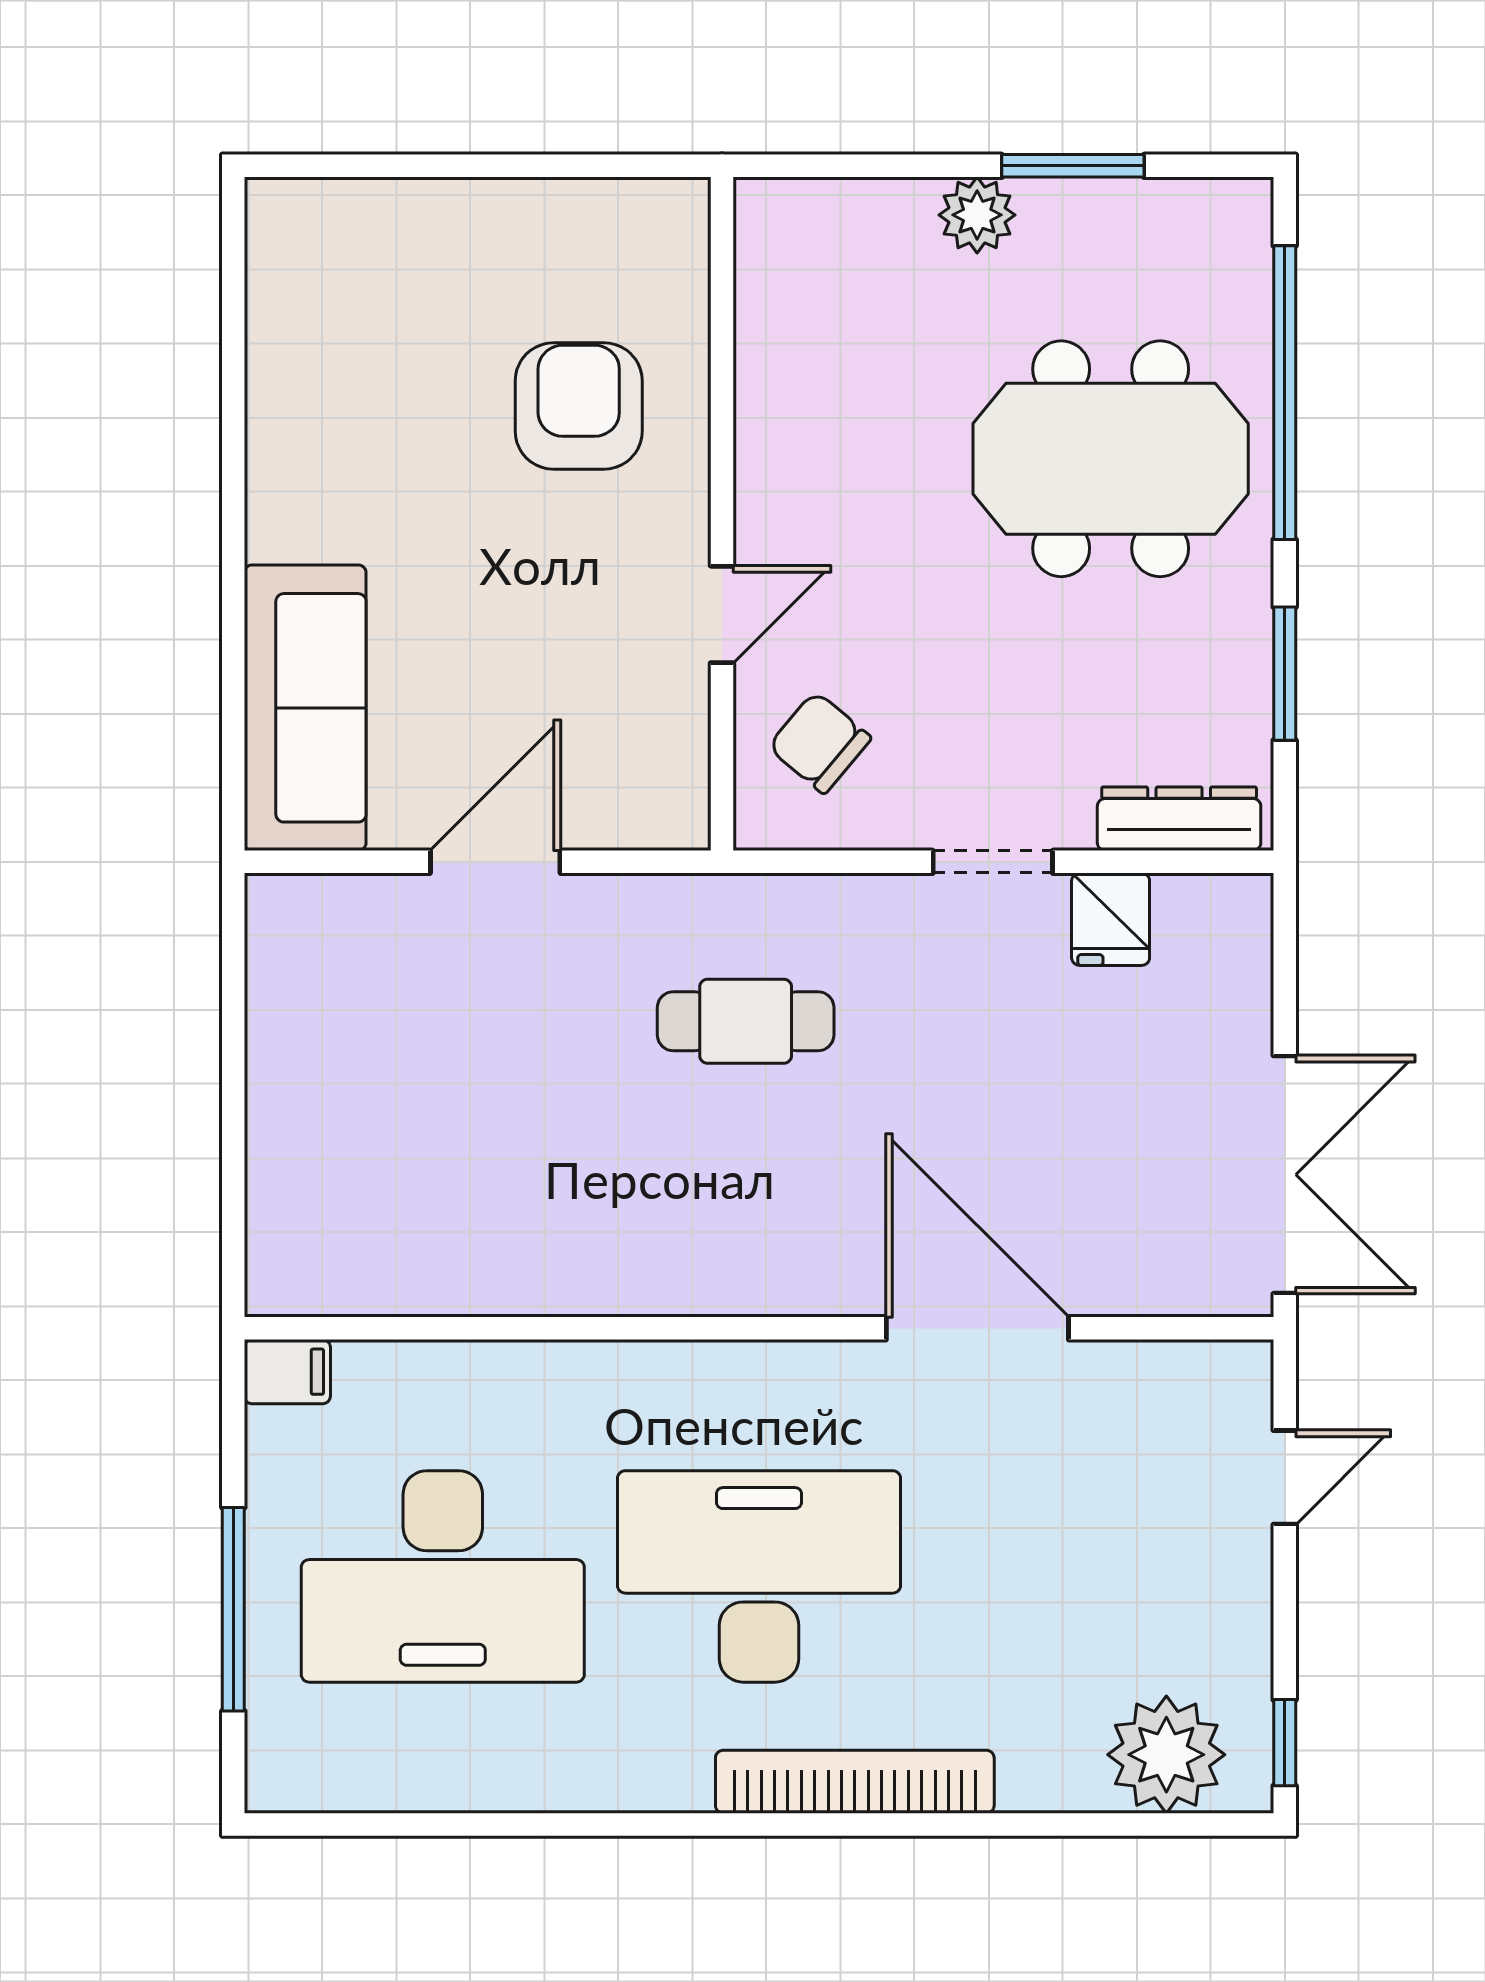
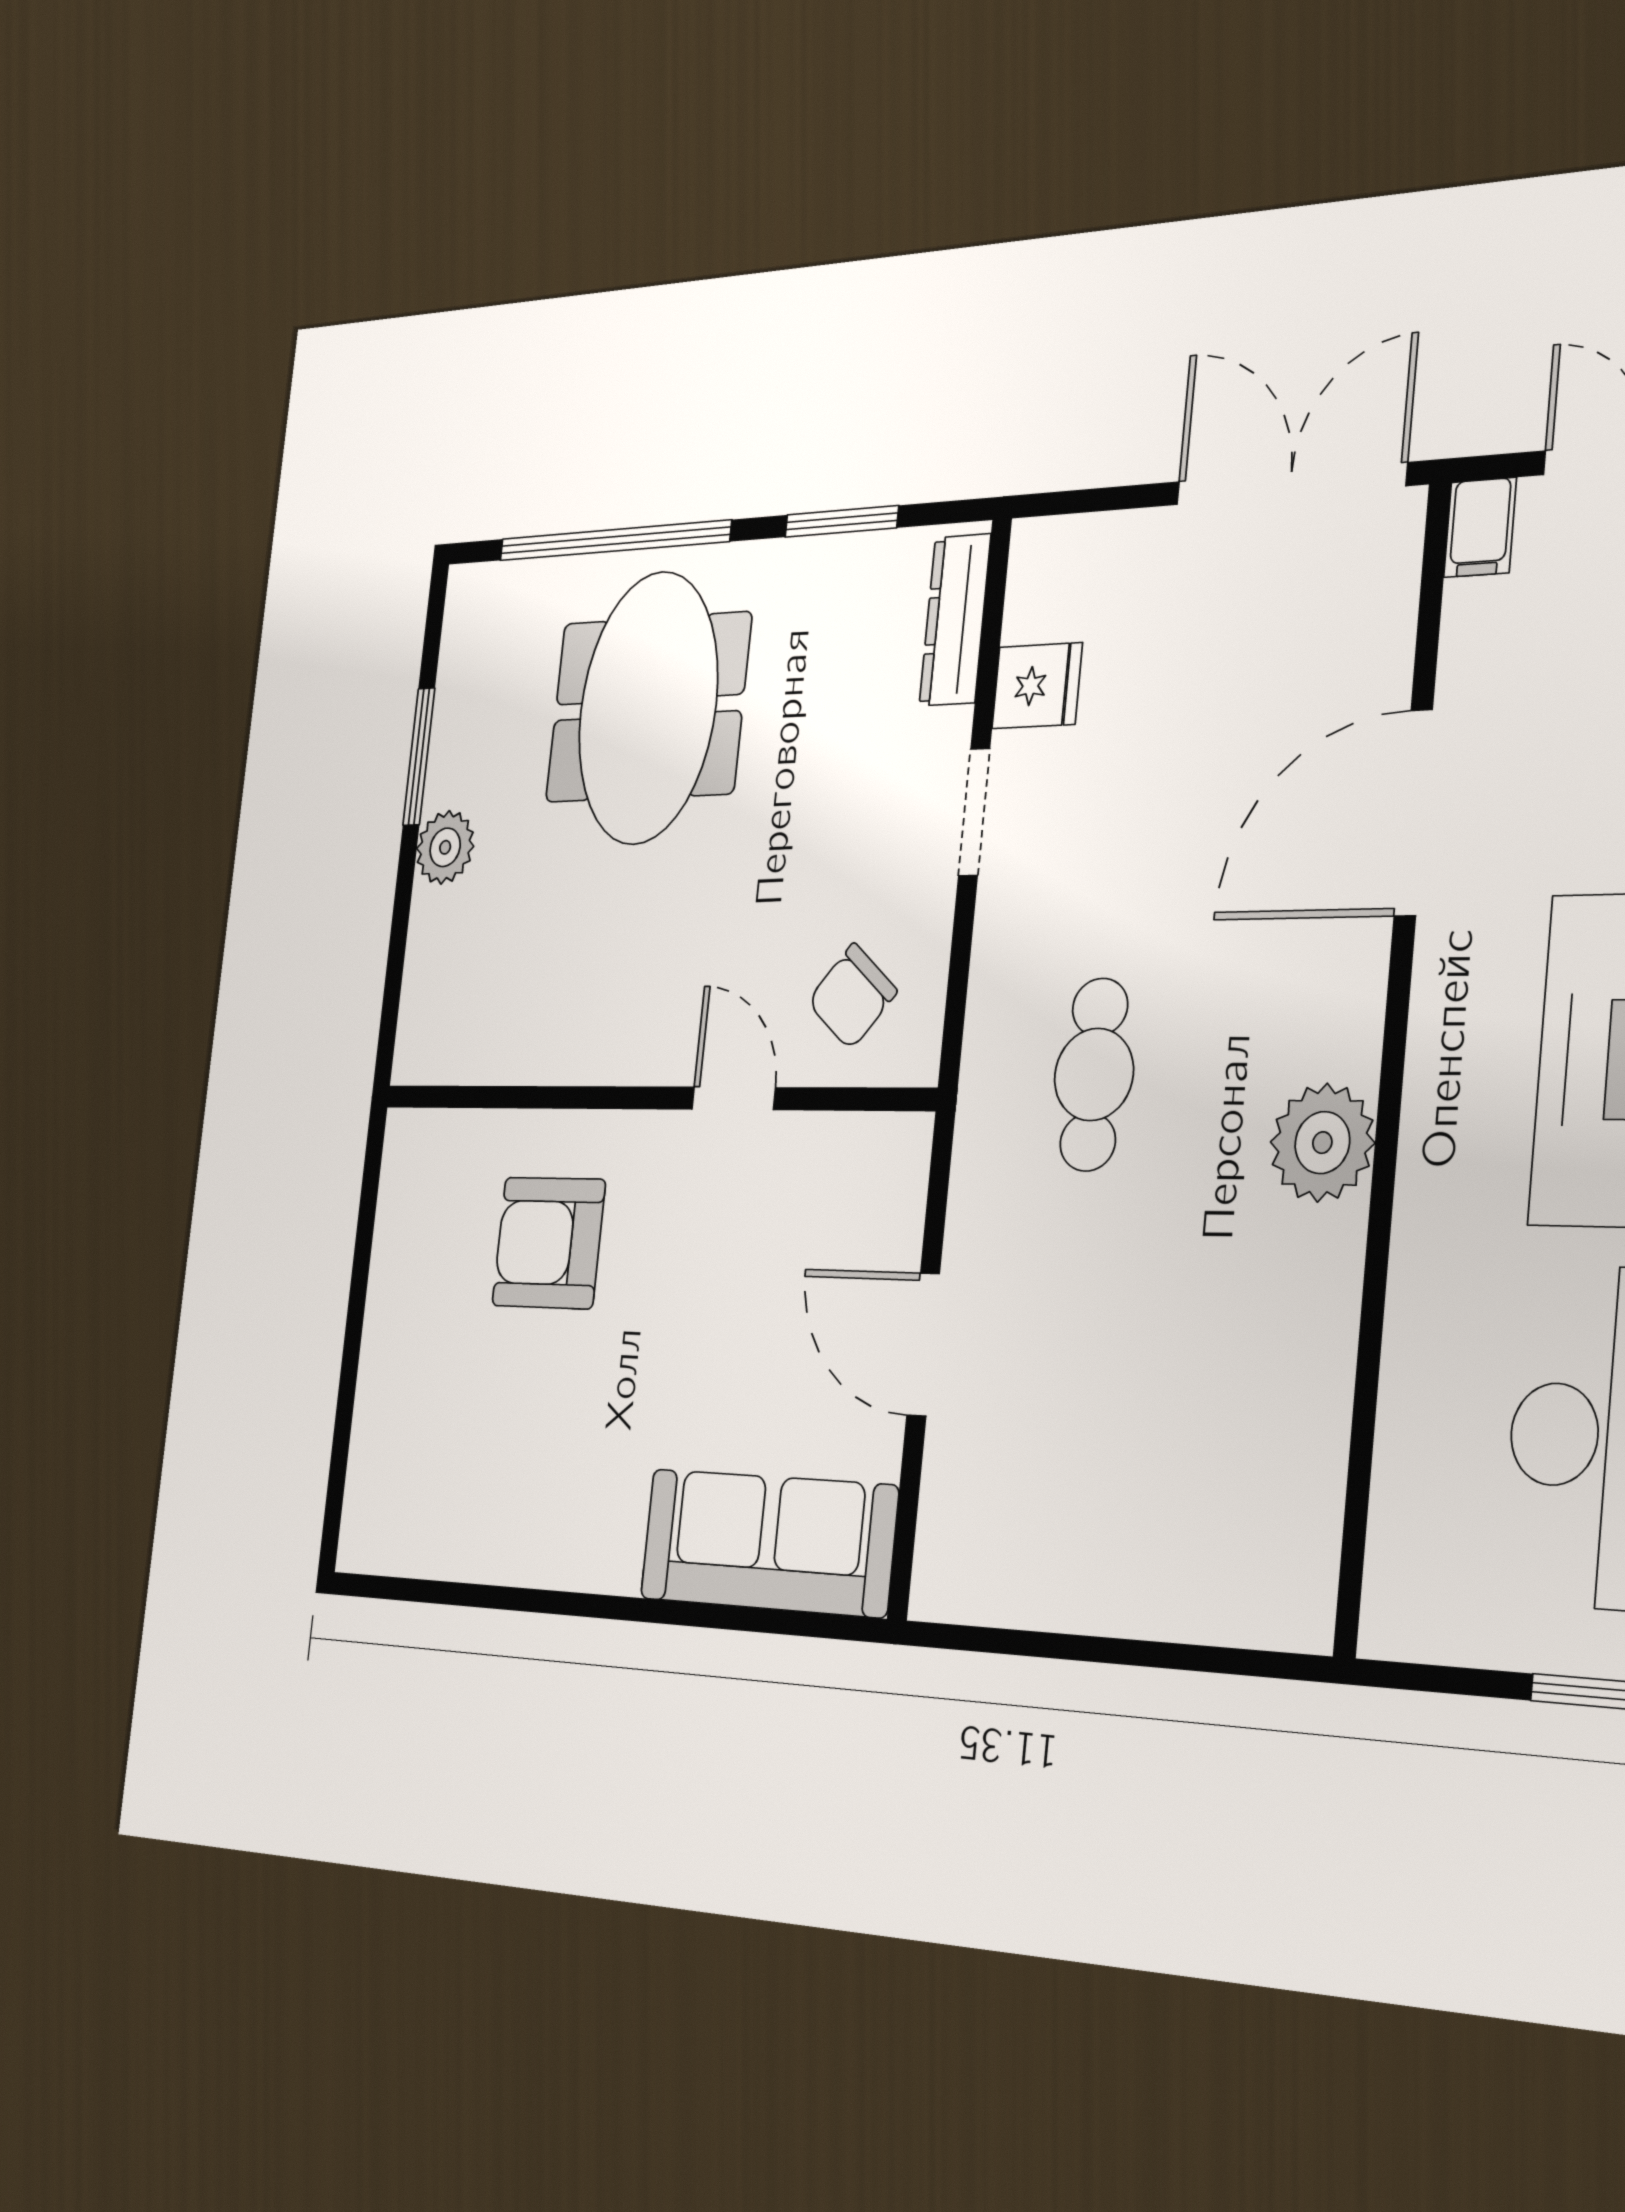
plant: (686, 1265) -> (1322, 1143), added
filing cabinet: (287, 1372) -> (1480, 527), moved, turned 180

